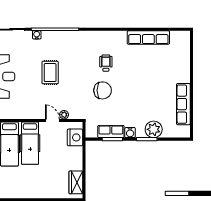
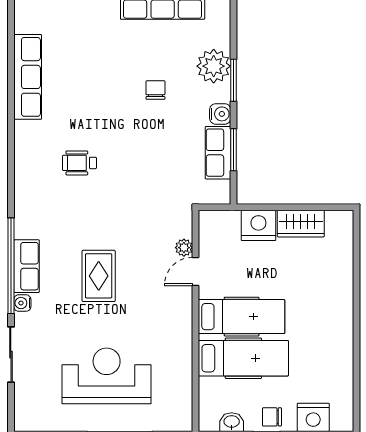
row of seats: (55, 37) -> (26, 266), added
rug: (50, 73) -> (99, 276), turned 90
chair: (103, 90) -> (155, 90), moved, width x0.54, depth x0.54
nightstand: (75, 137) -> (258, 225), moved
wardrobe: (76, 182) -> (301, 224), moved

